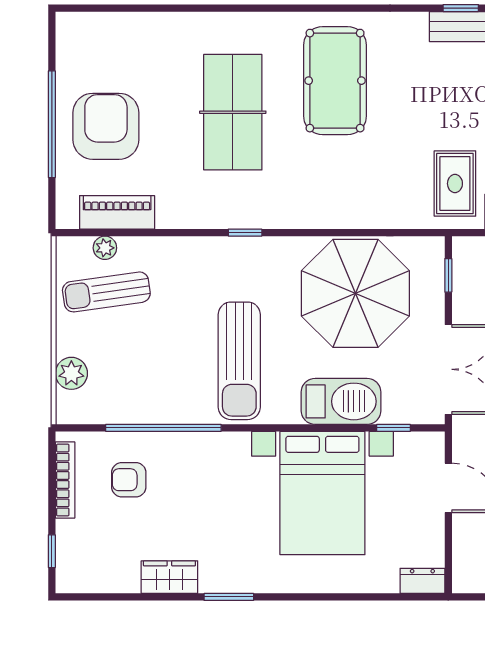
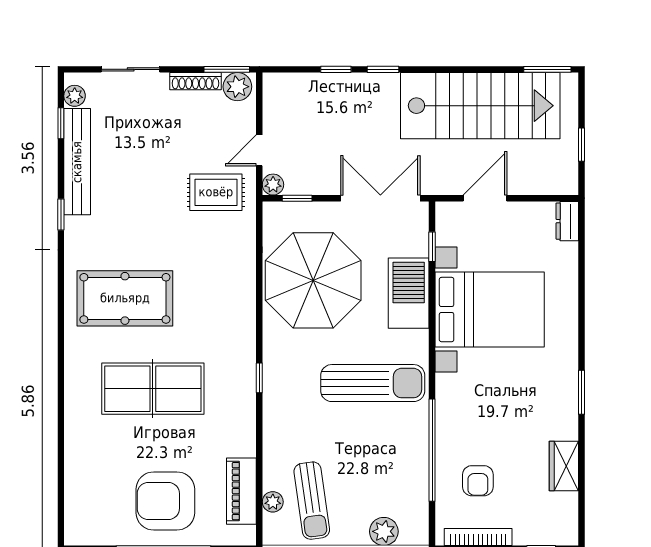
window: (461, 8) -> (61, 215), moved
plant: (464, 248) -> (273, 185), added
wardrobe: (169, 577) -> (564, 466), moved

